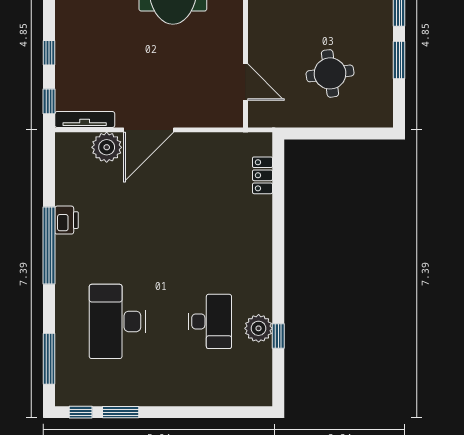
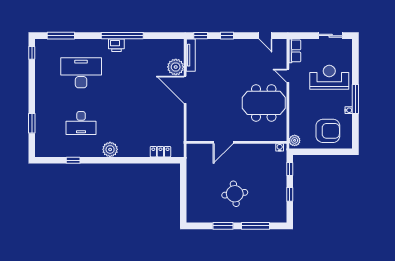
round table: (330, 73) -> (235, 194), moved
door: (245, 82) -> (223, 142), moved
printer: (67, 220) -> (116, 45), moved
plant: (259, 328) -> (110, 149), moved
window: (121, 412) -> (32, 123), moved

